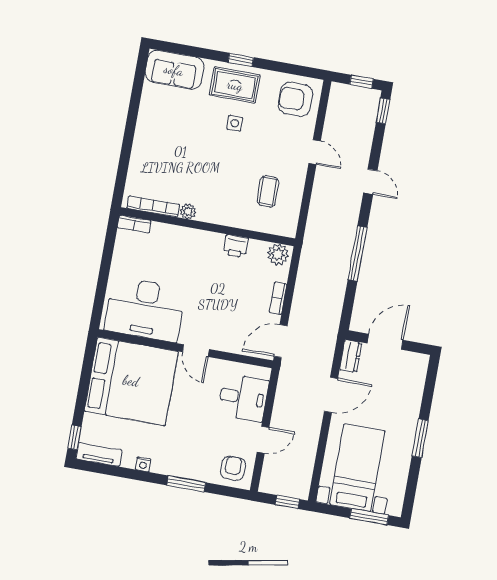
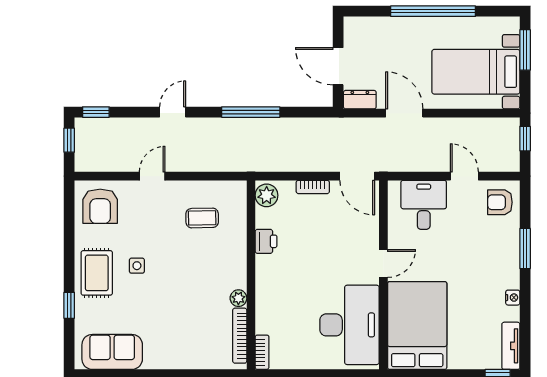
window: (241, 60) -> (69, 305), moved
sofa: (174, 70) -> (112, 352), moved, turned -90
bed: (131, 381) -> (417, 325), width x0.73
window: (420, 438) -> (433, 11), width x2.11

